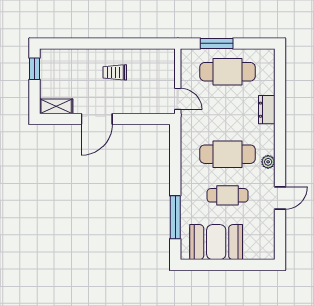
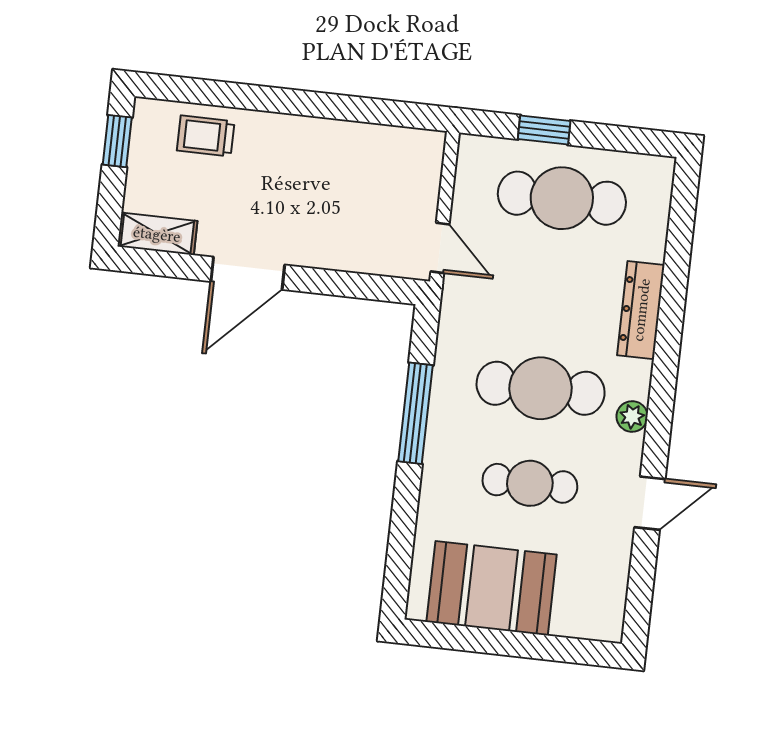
window: (217, 43) -> (544, 130), width x0.67
trolley: (115, 72) -> (206, 136), moved
dresser: (267, 110) -> (641, 310), width x1.44
window: (175, 217) -> (415, 413), moved

